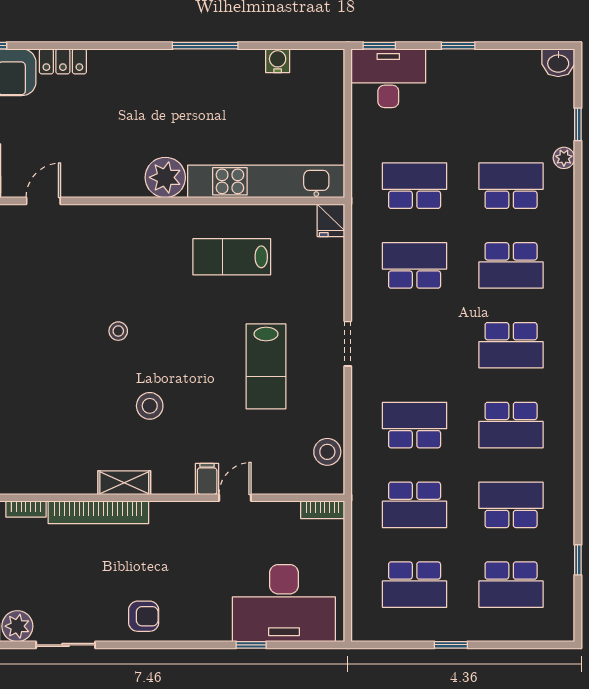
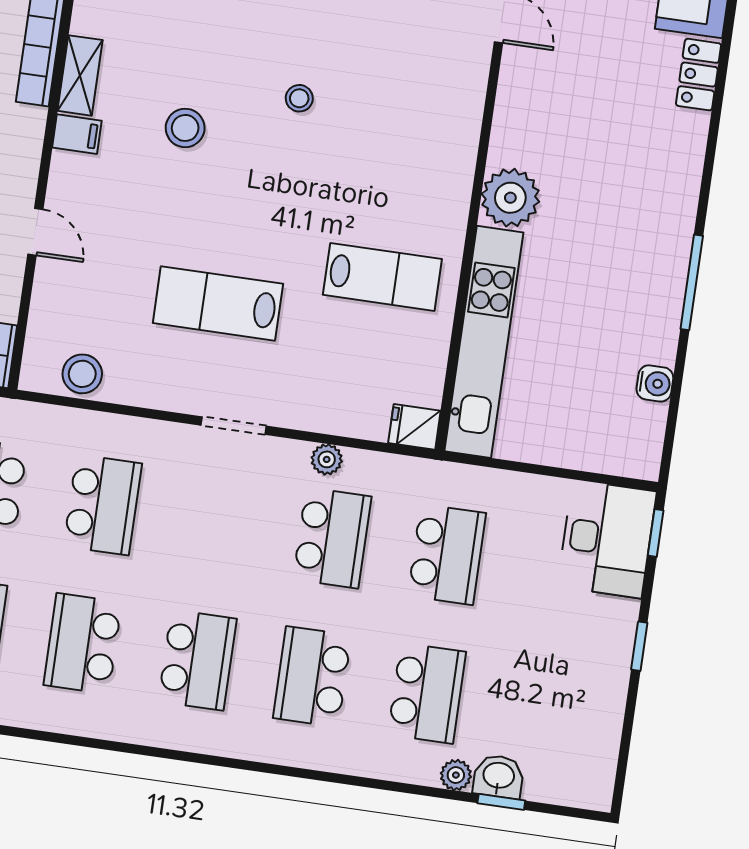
washbasin: (558, 63) -> (499, 776), moved, turned 90
lab bench: (232, 257) -> (382, 277), turned 90
plant: (362, 277) -> (327, 459), added
school desk: (511, 345) -> (197, 660), turned 180
filing cabinet: (207, 479) -> (77, 134), moved

